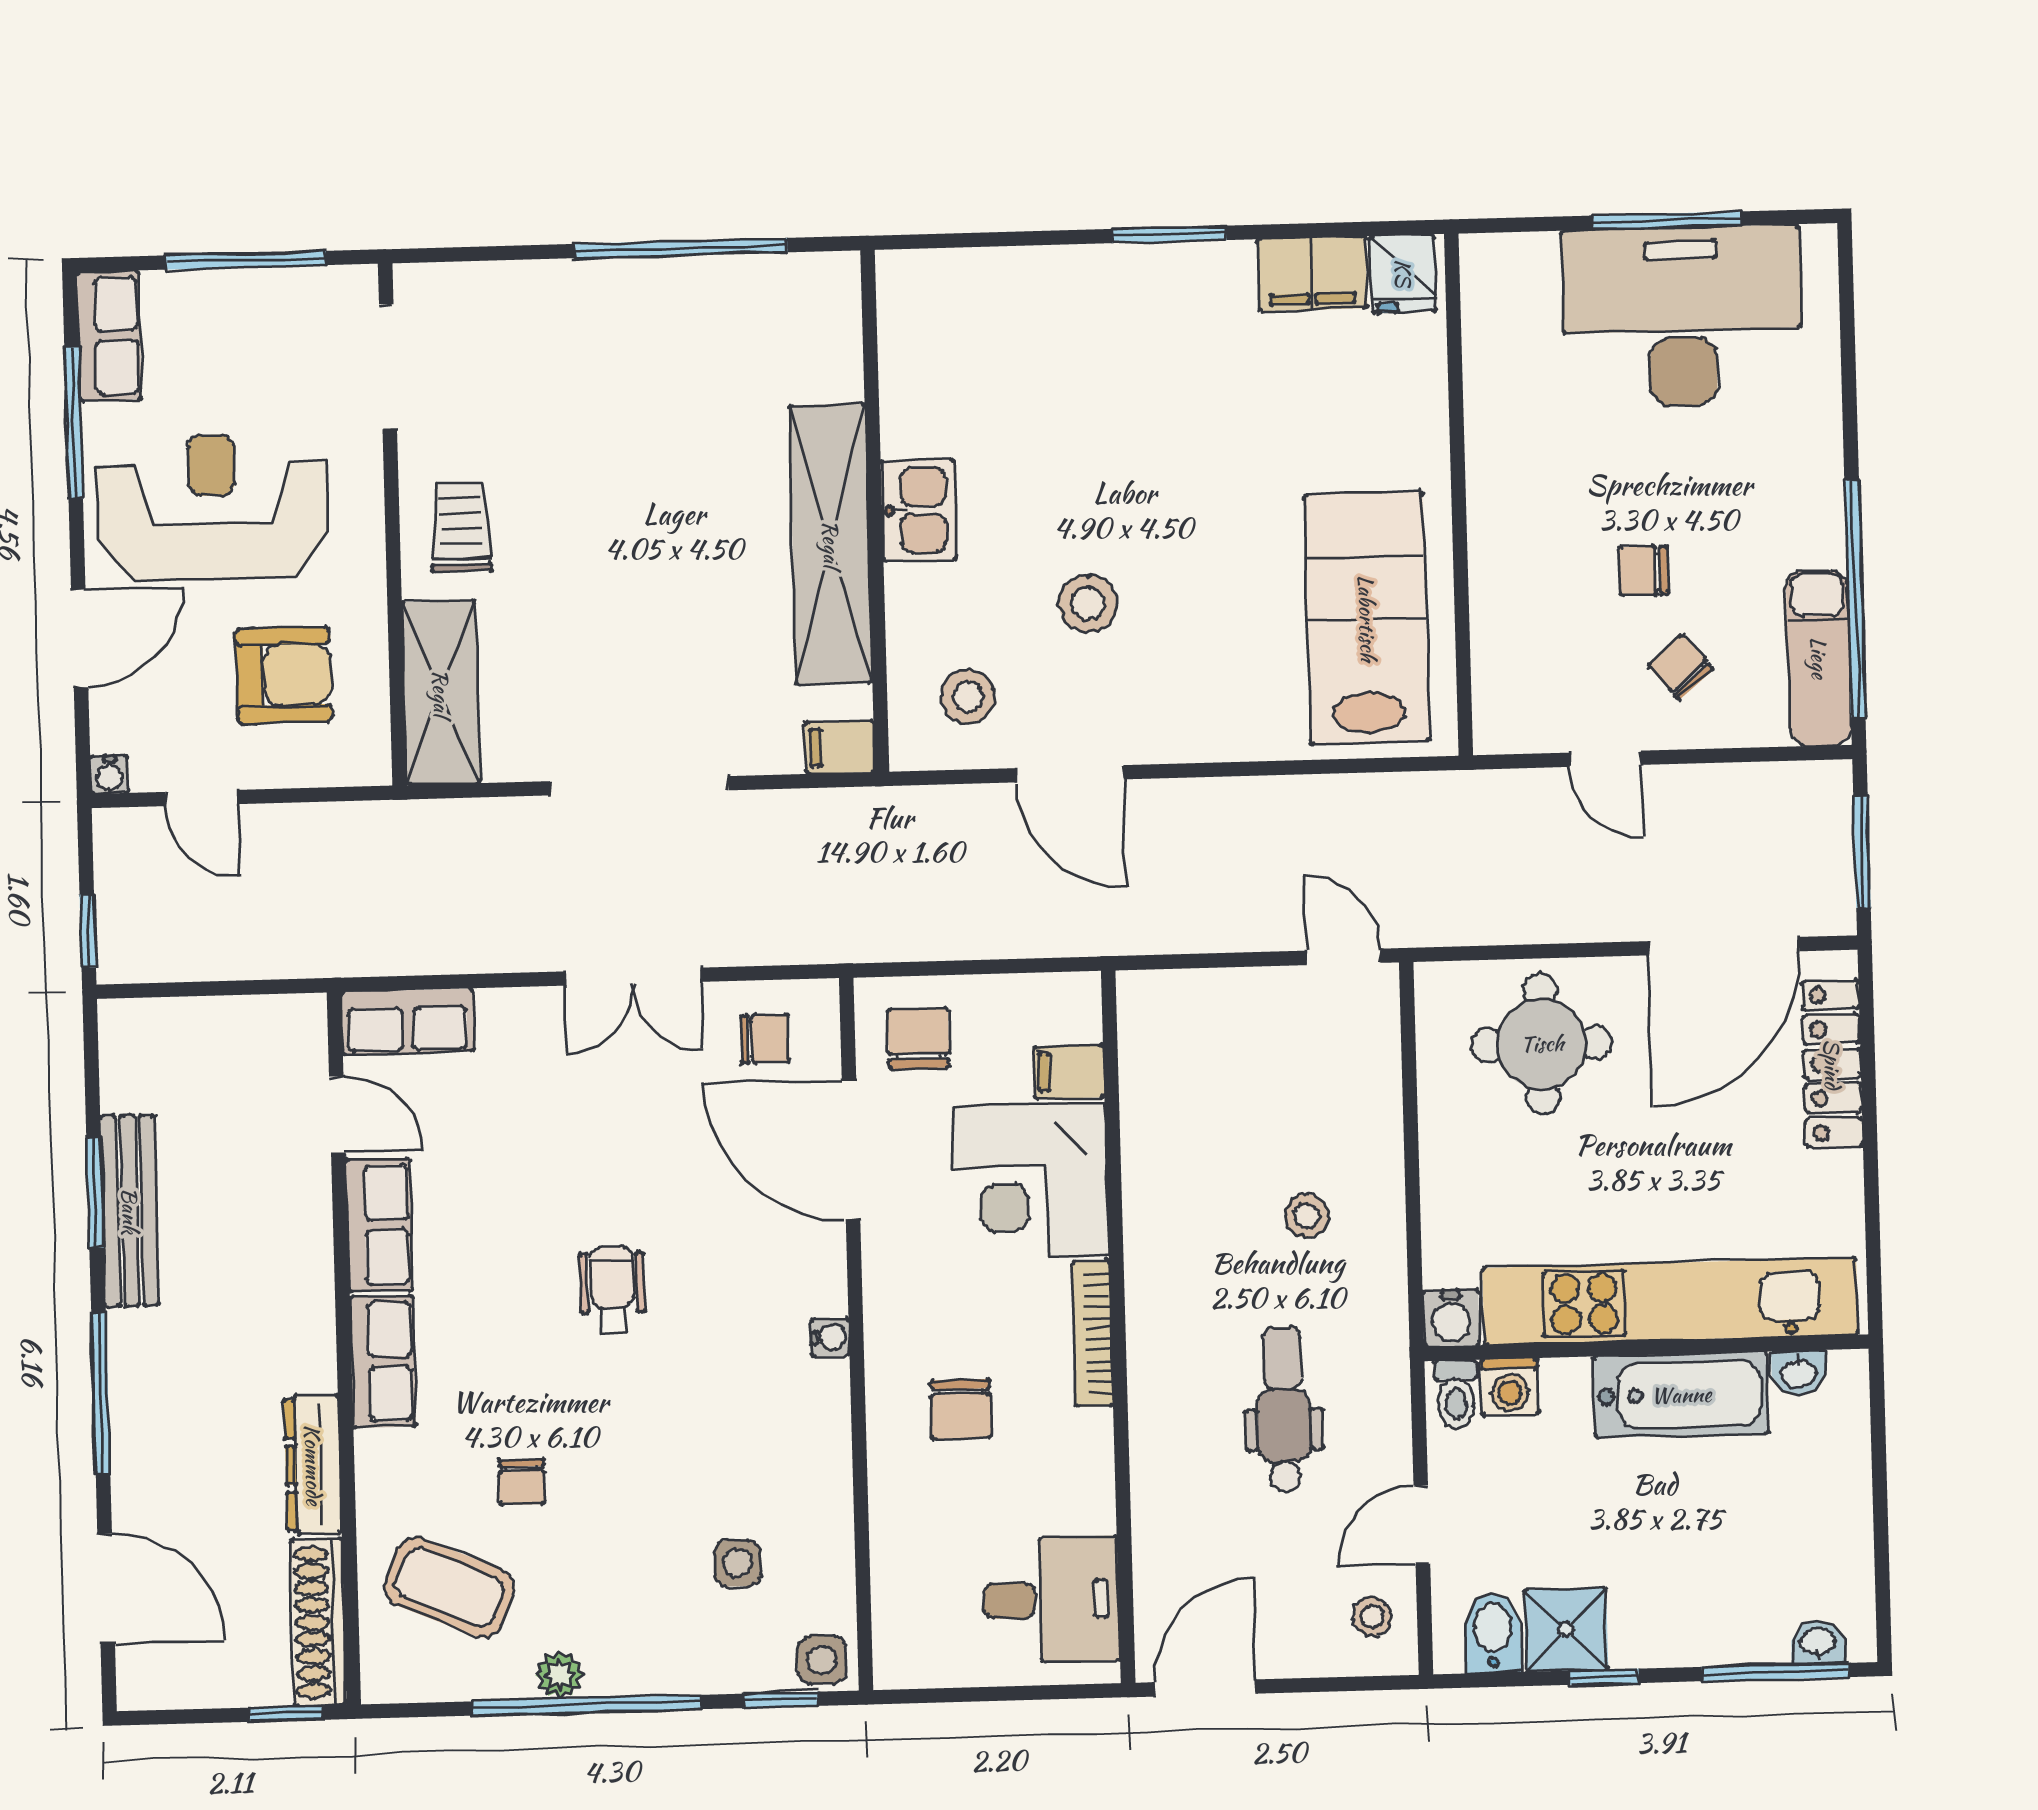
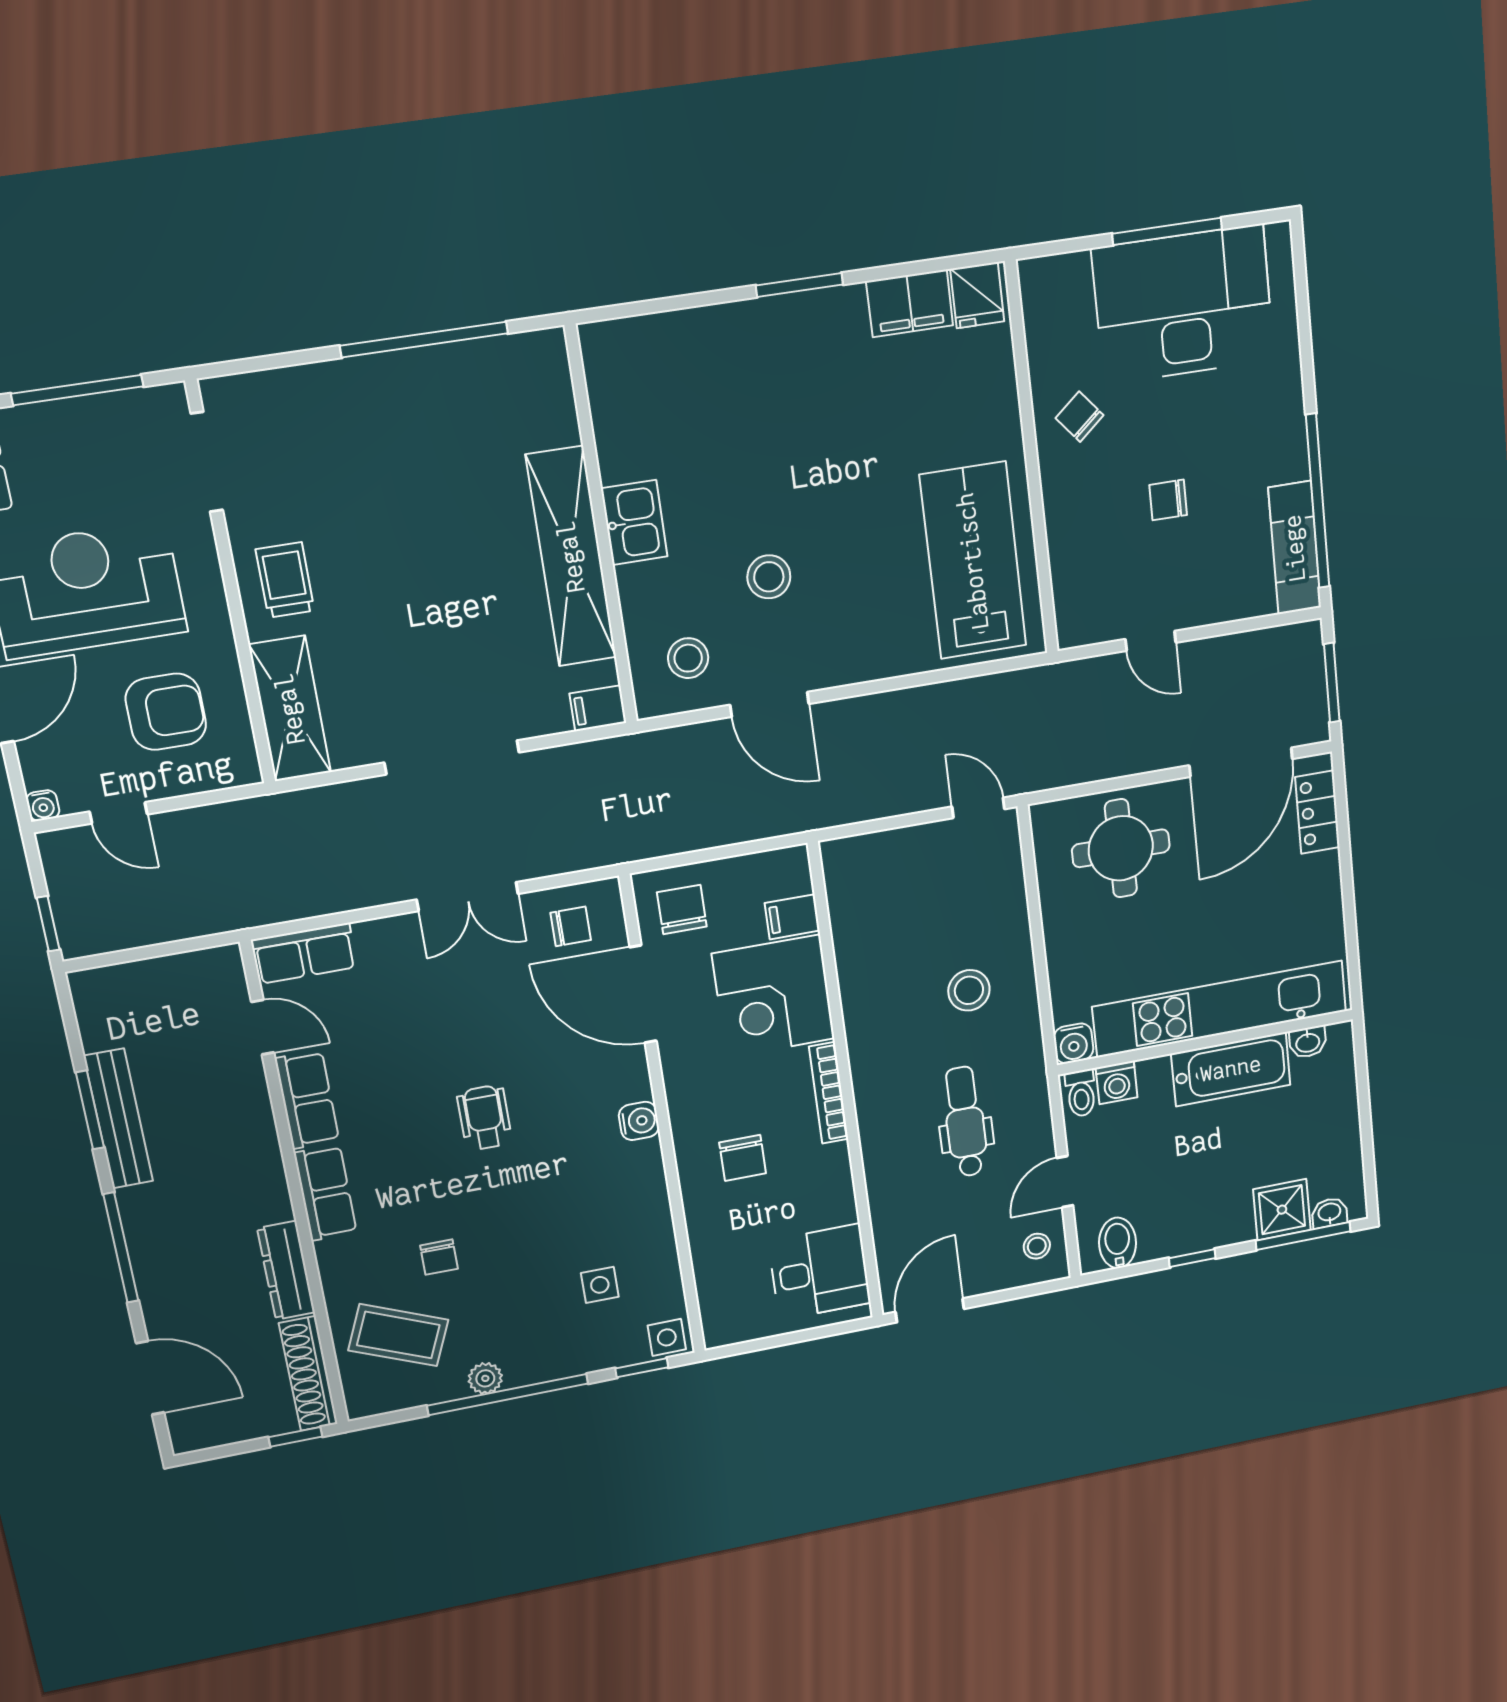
chair: (1681, 667) -> (1080, 417), moved
locker: (1832, 1064) -> (1317, 812), width x0.66
stool: (1307, 1216) -> (969, 990), width x1.37, depth x1.37
water cooler: (830, 1337) -> (639, 1121), width x1.38, depth x1.38
shower: (1566, 1630) -> (1282, 1210), moved

